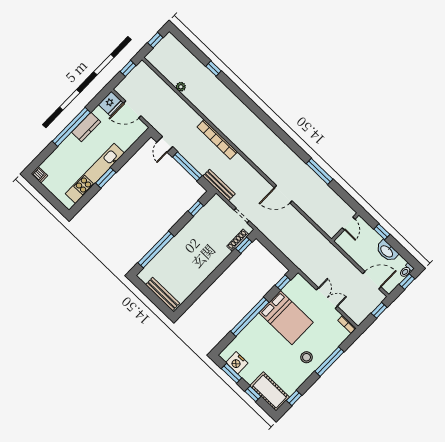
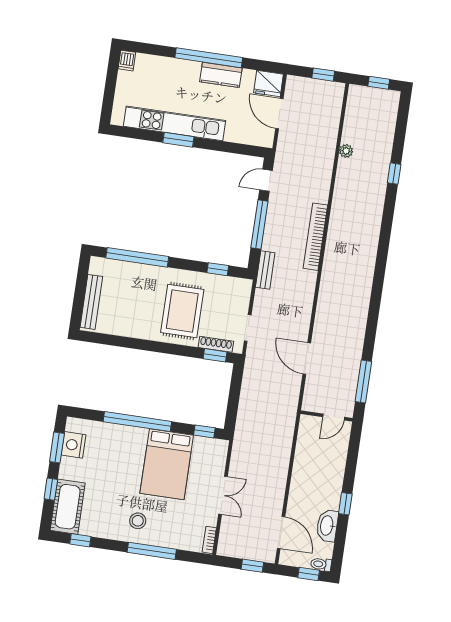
bench: (219, 185) -> (265, 270), width x0.73
door: (349, 223) -> (334, 417), moved
wall: (345, 227) -> (327, 416), moved
rug: (205, 246) -> (182, 311), added

